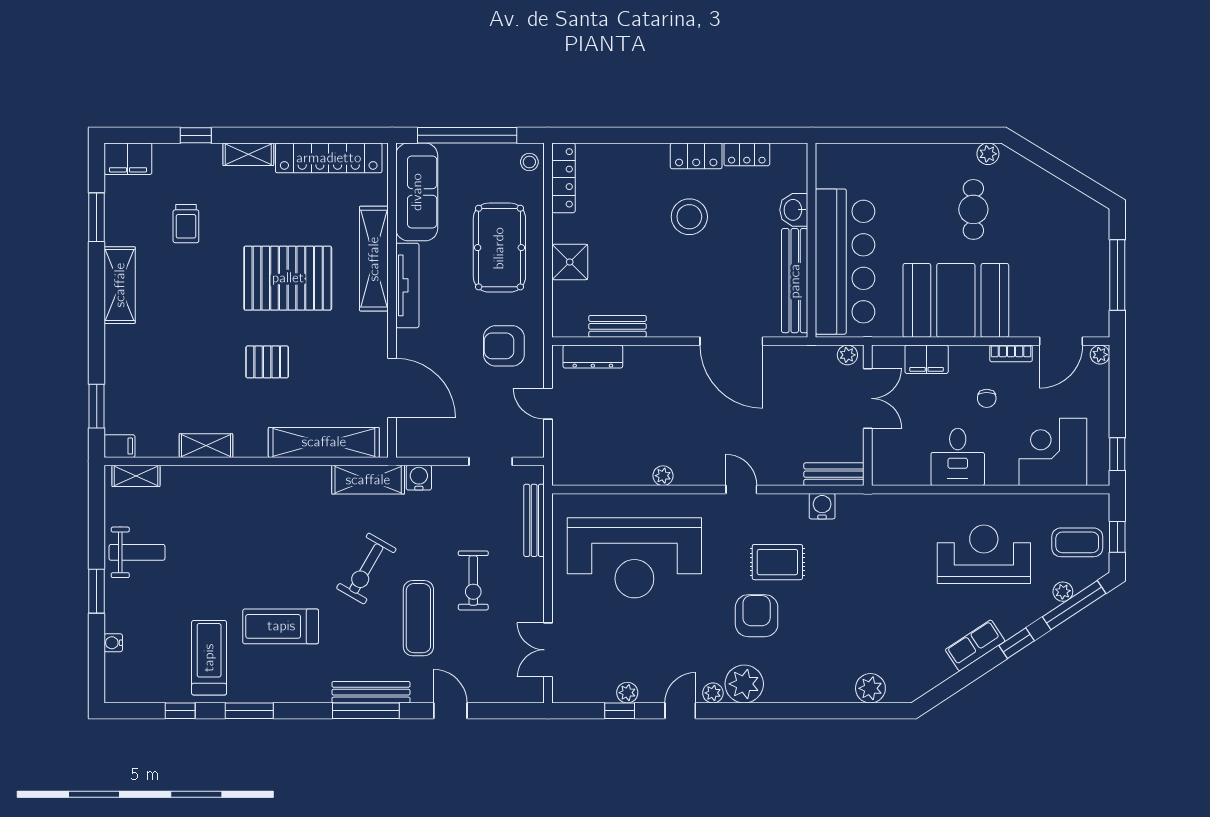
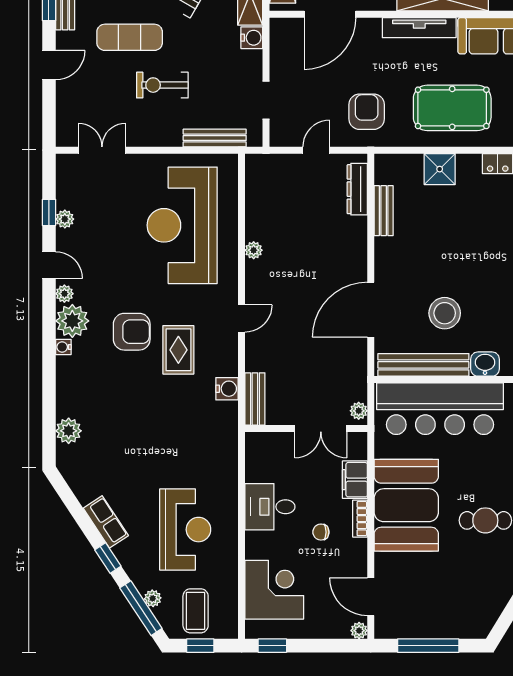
stool: (689, 217) -> (445, 313), moved
bookcase: (1011, 353) -> (360, 519), moved
water cooler: (774, 694) -> (63, 347), added

